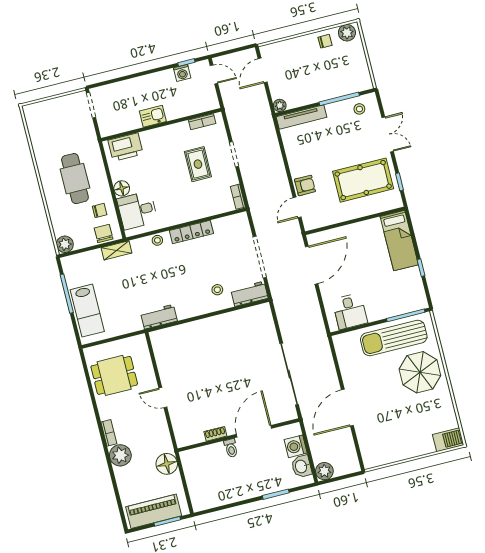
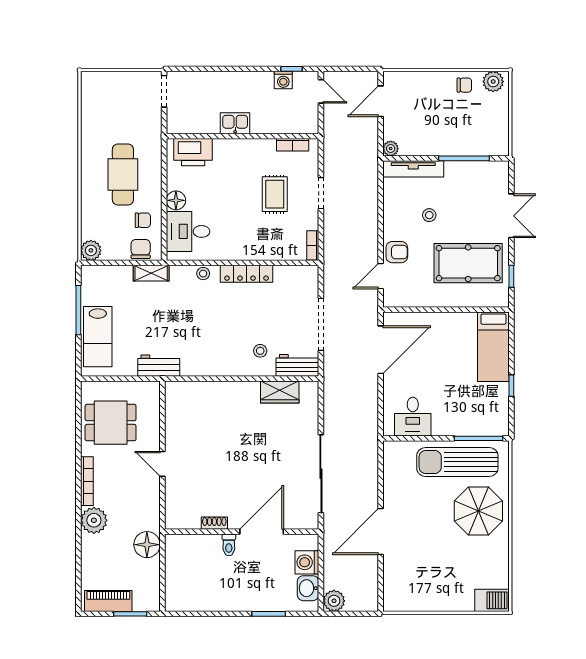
stool: (359, 109) -> (429, 215), moved
workbench: (159, 317) -> (159, 366), moved
wardrobe: (241, 318) -> (280, 392), added
bookcase: (109, 433) -> (87, 481), width x1.56
piano: (154, 511) -> (108, 601), width x0.73, depth x0.75

